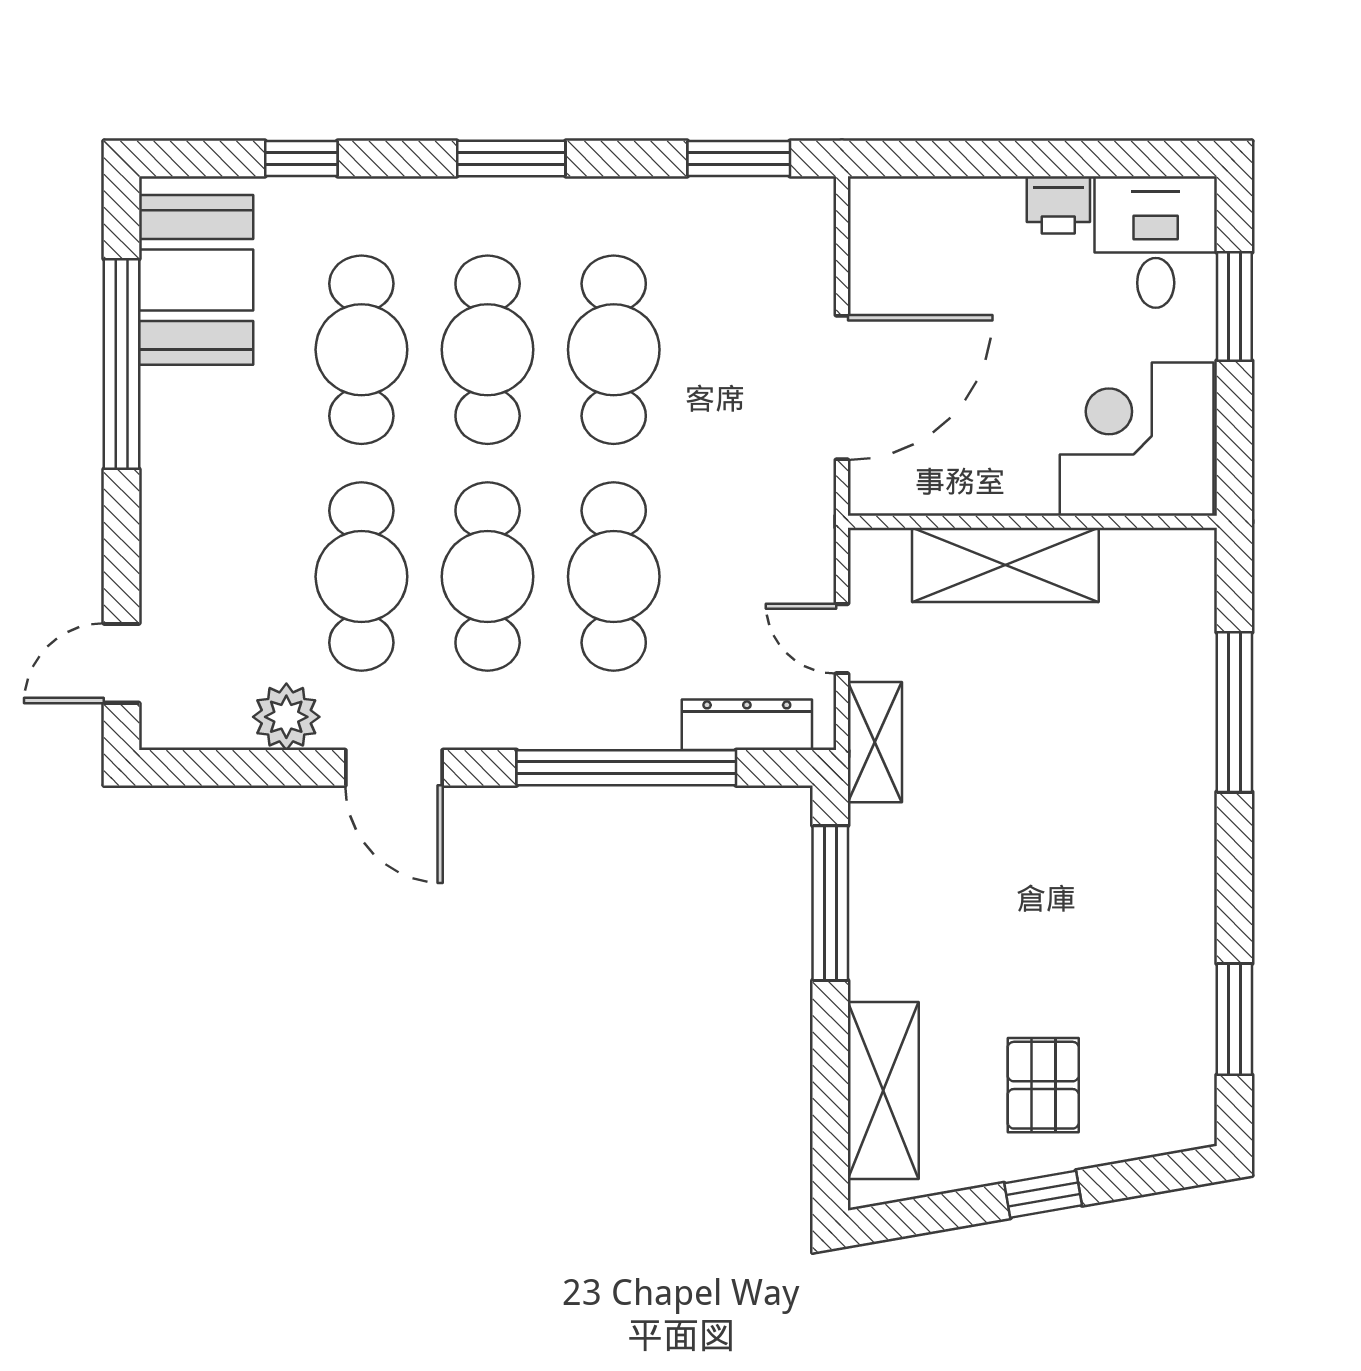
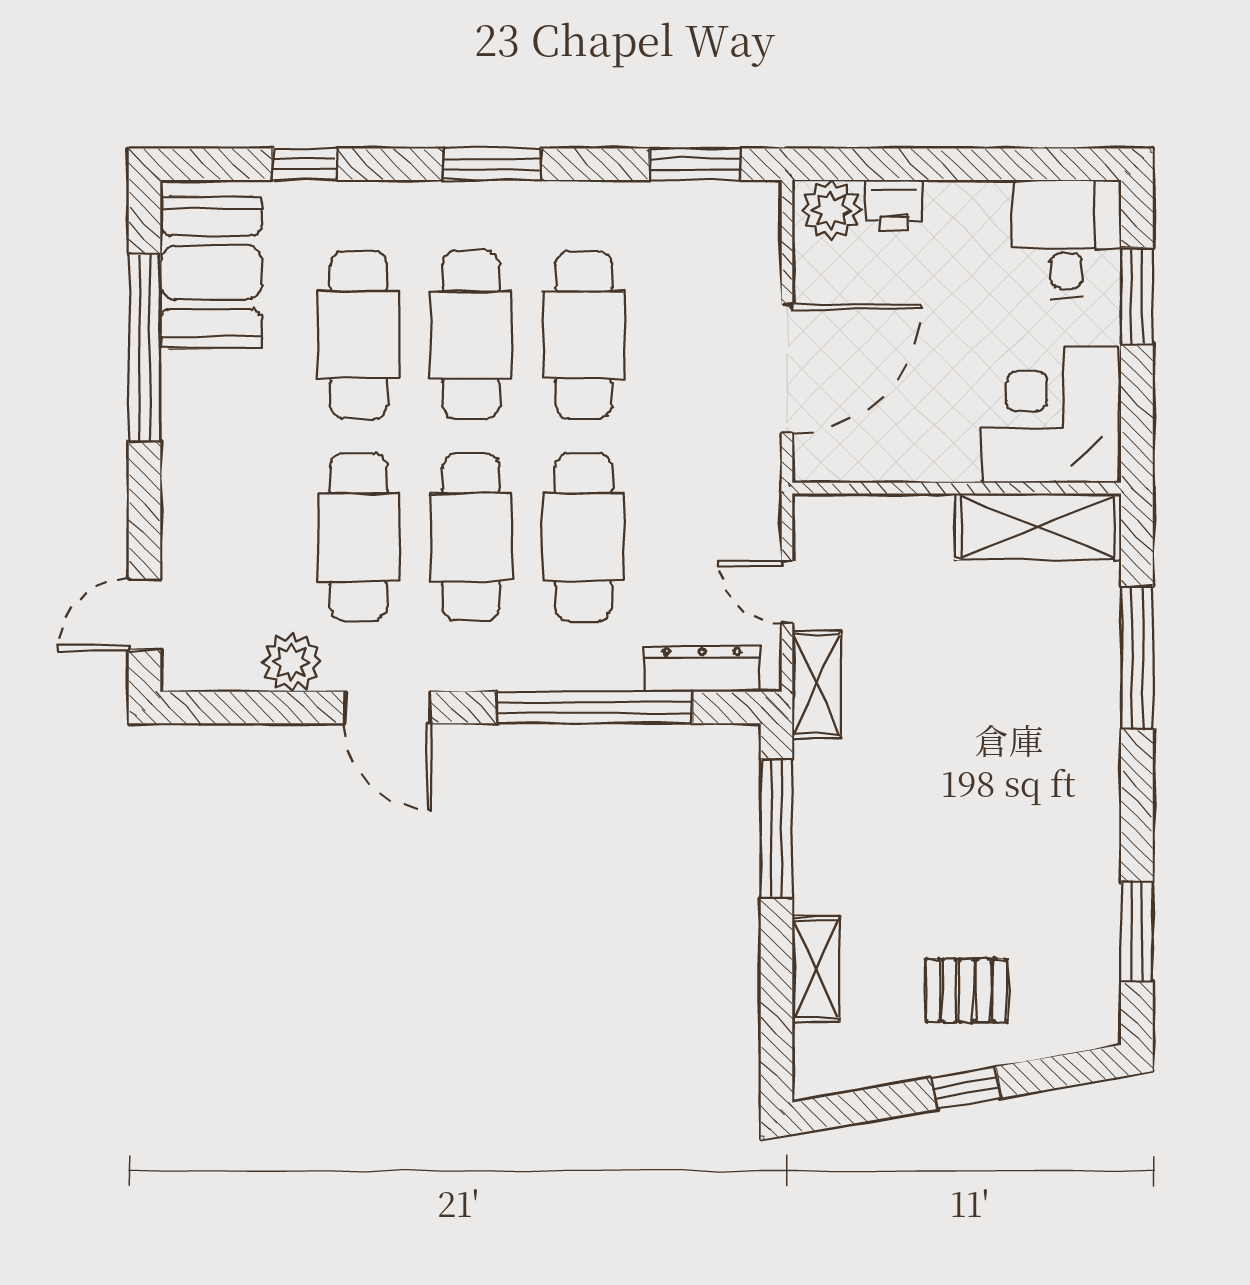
printer: (1058, 205) -> (894, 206), moved
plant: (891, 210) -> (831, 210), added
shelving: (1005, 565) -> (1037, 527), moved
pallet: (1043, 1085) -> (966, 991), turned 90
shelving: (883, 1091) -> (816, 969), width x0.67, depth x0.75

